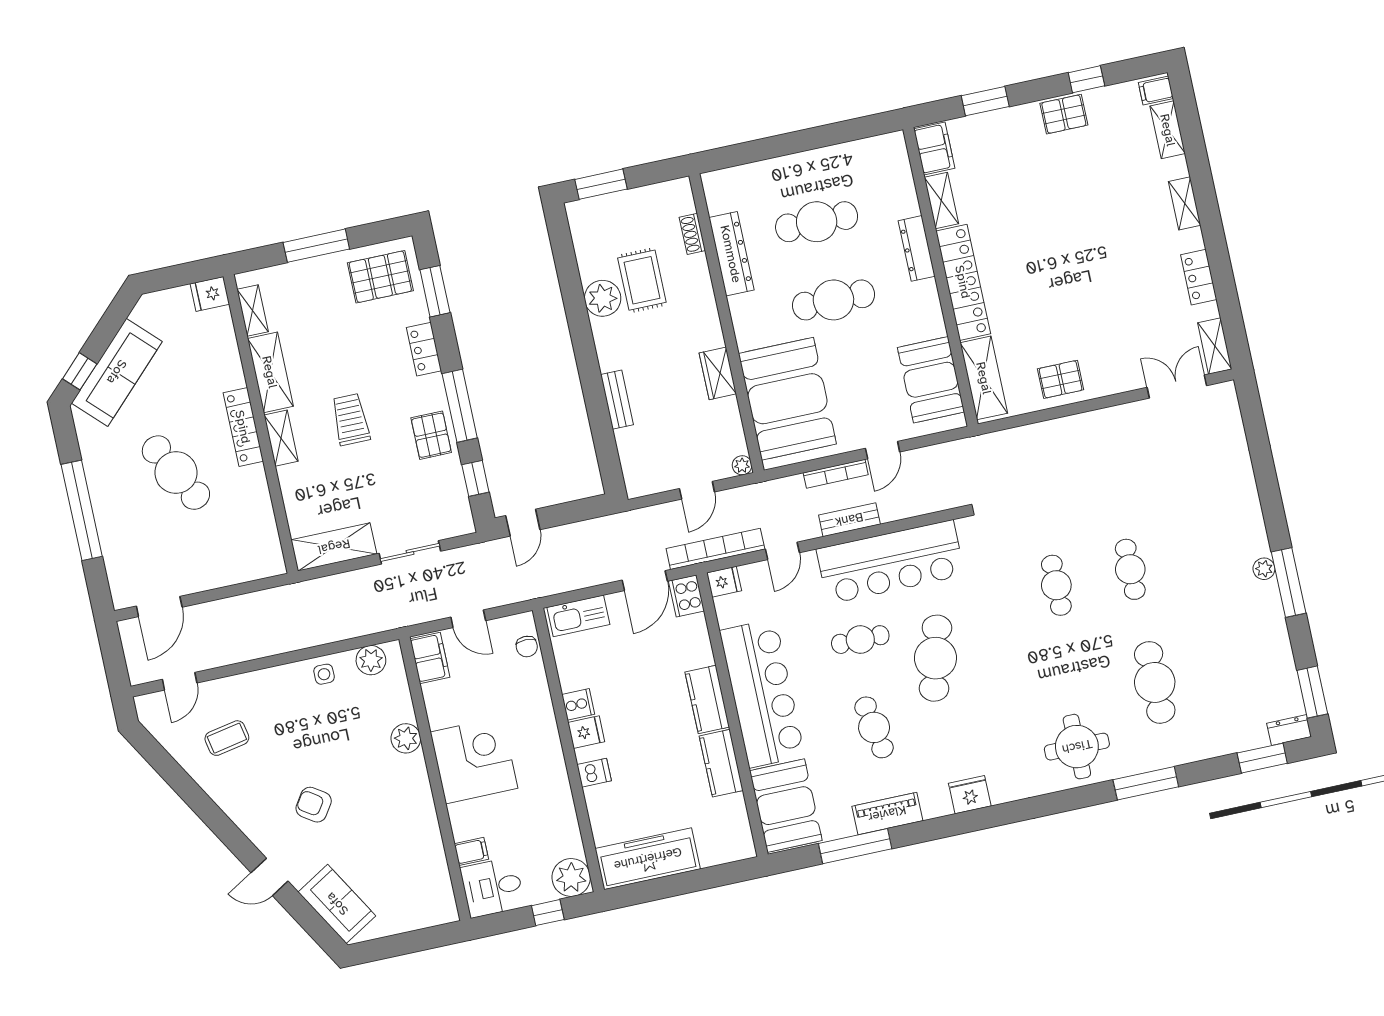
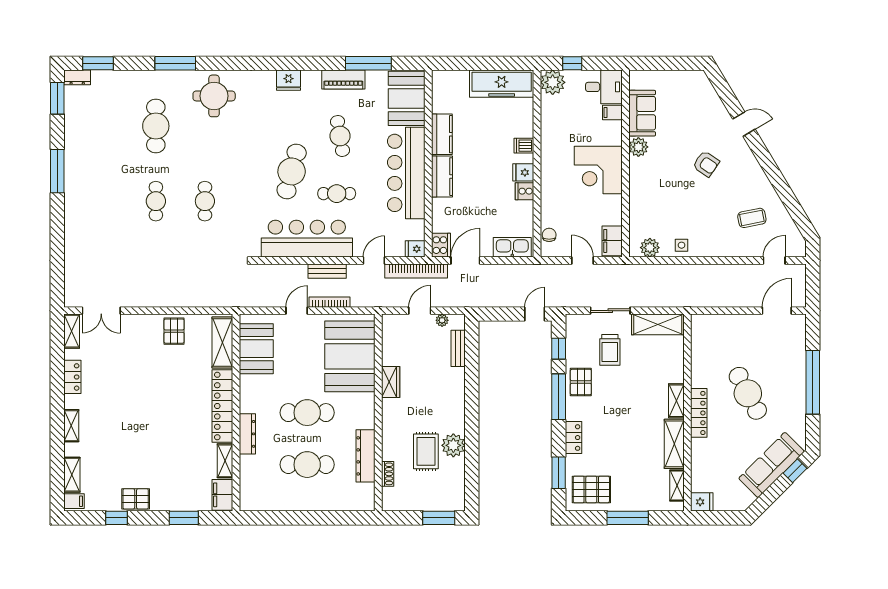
pallet: (1061, 379) -> (174, 331), turned 90
bench: (617, 400) -> (458, 348), moved
trolley: (351, 420) -> (610, 350), moved
plant: (742, 465) -> (442, 320), moved
plant: (1264, 569) -> (71, 183), removed
plant: (406, 738) -> (638, 147), moved
sofa: (337, 904) -> (642, 113), moved, turned -149

